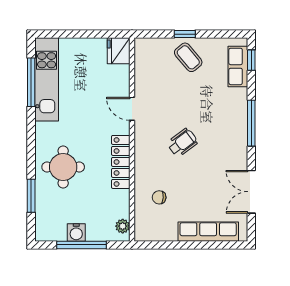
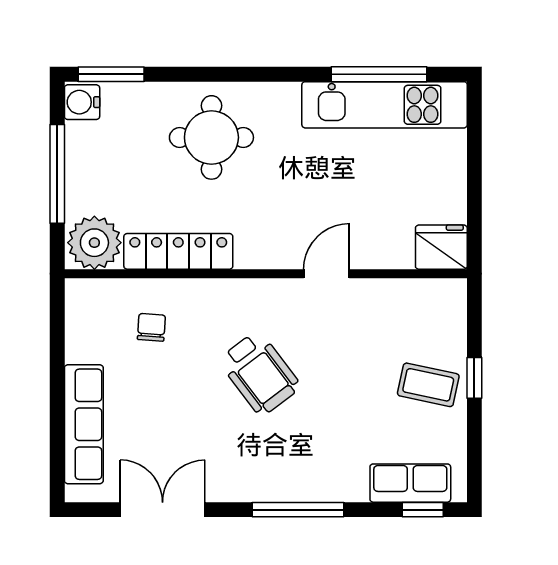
coffee table: (188, 57) -> (428, 385), turned 52
wheelchair: (182, 143) -> (260, 373), width x1.36, depth x1.37
locker: (121, 162) -> (178, 251), moved
window: (31, 196) -> (111, 74), moved
plant: (123, 226) -> (94, 243), width x1.88, depth x1.88
water cooler: (76, 232) -> (82, 102), moved

